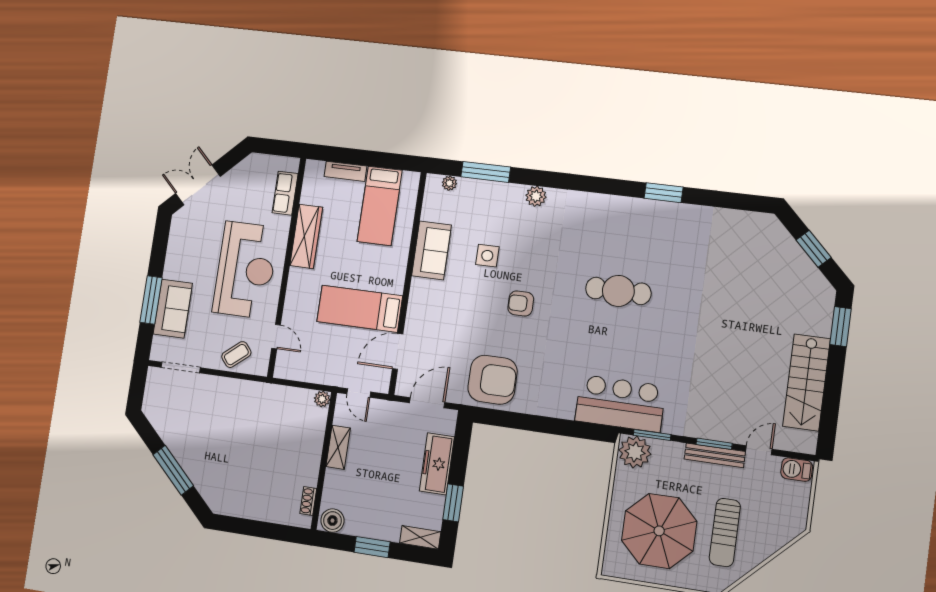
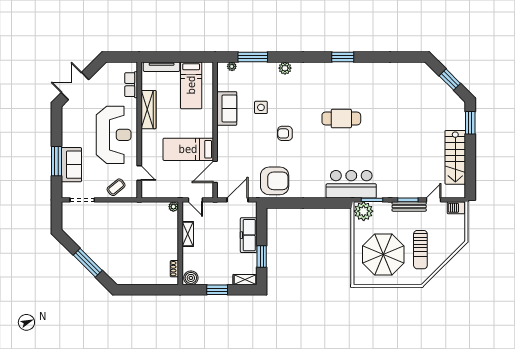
tv unit: (345, 171) -> (162, 67), width x1.41
window: (664, 193) -> (343, 57), moved

